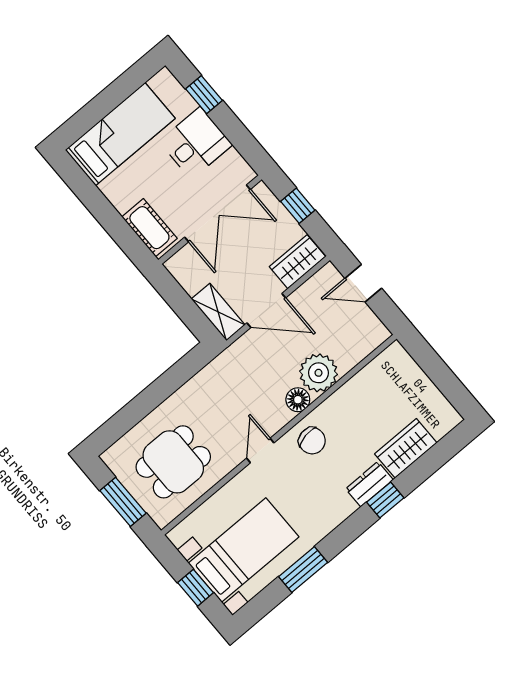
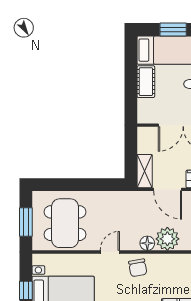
window: (104, 104) -> (173, 30), added
cot: (149, 228) -> (146, 82), moved
dining table: (173, 462) -> (65, 223), width x1.37

